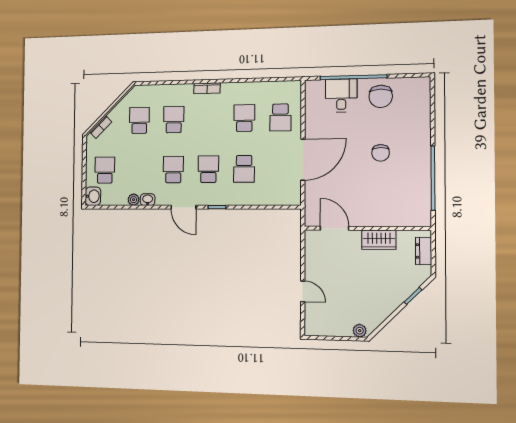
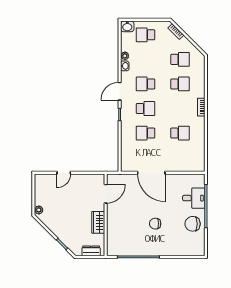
school desk: (280, 117) -> (180, 158), removed
school desk: (105, 170) -> (145, 35), turned 180
school desk: (173, 170) -> (145, 84), turned 180

